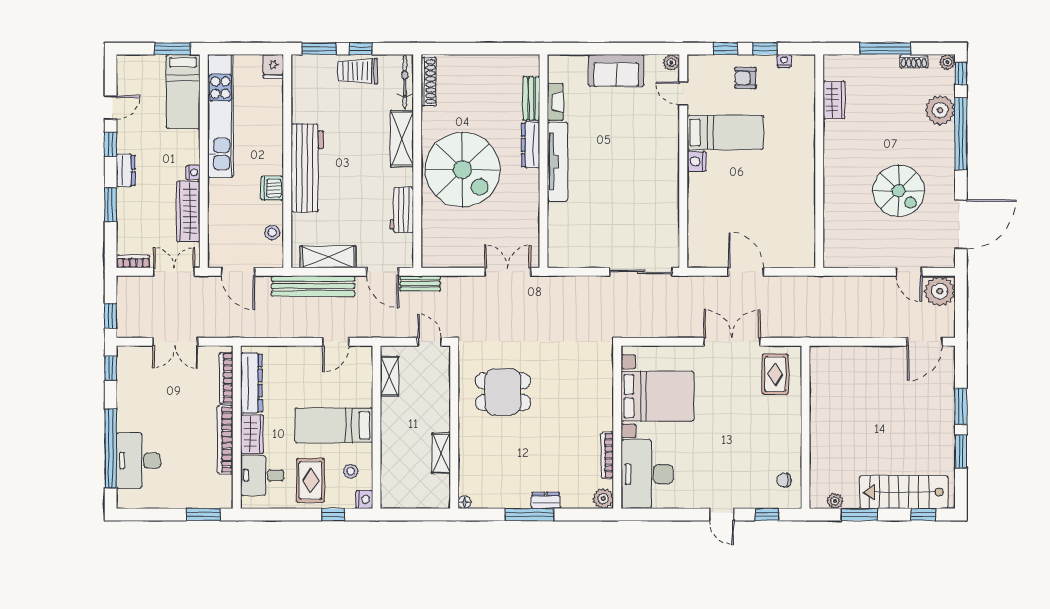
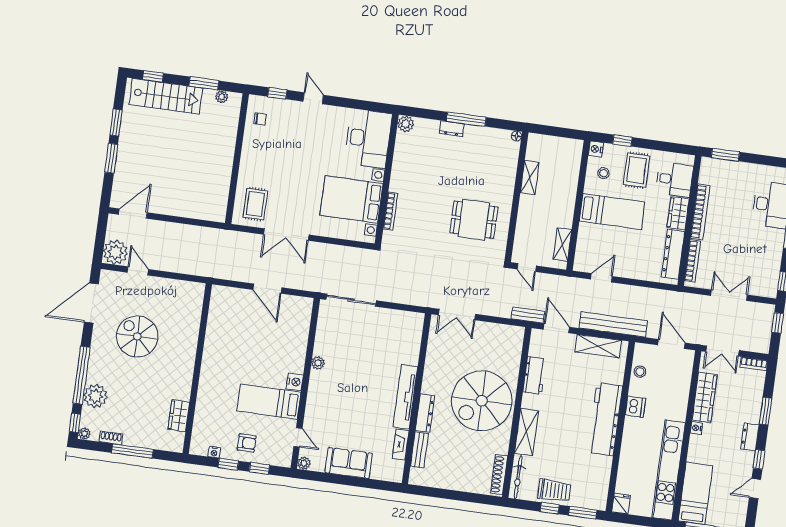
spiral stairs: (463, 170) -> (482, 401), turned -90
plant: (671, 189) -> (318, 363), added
bookcase: (607, 455) -> (390, 211), moved

